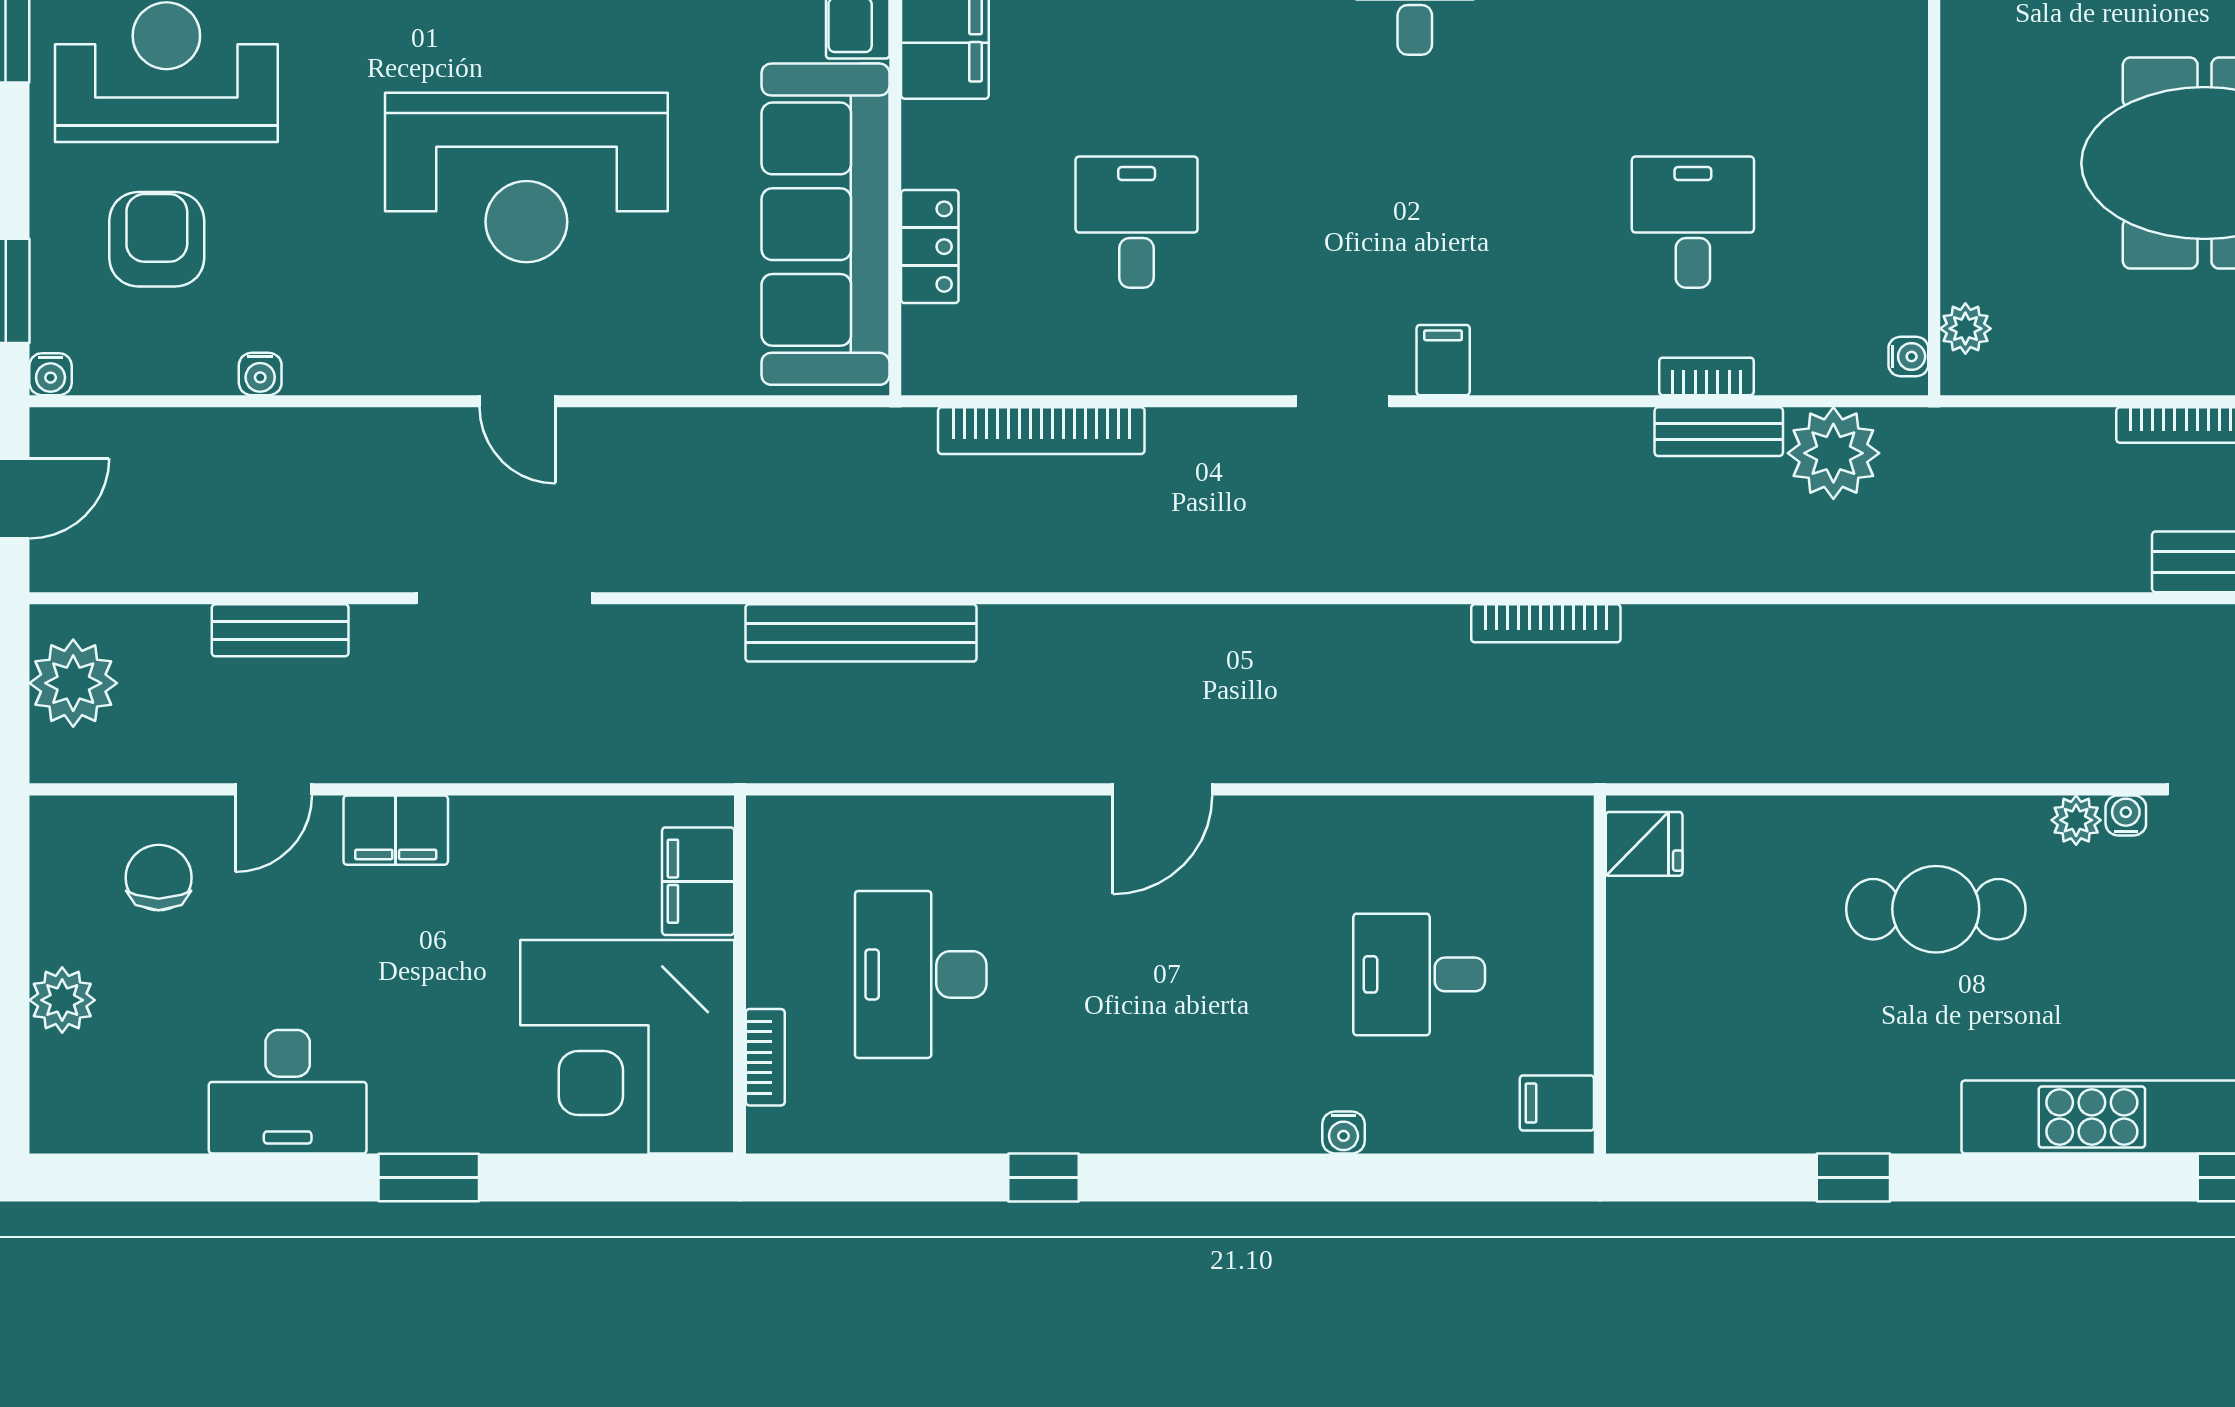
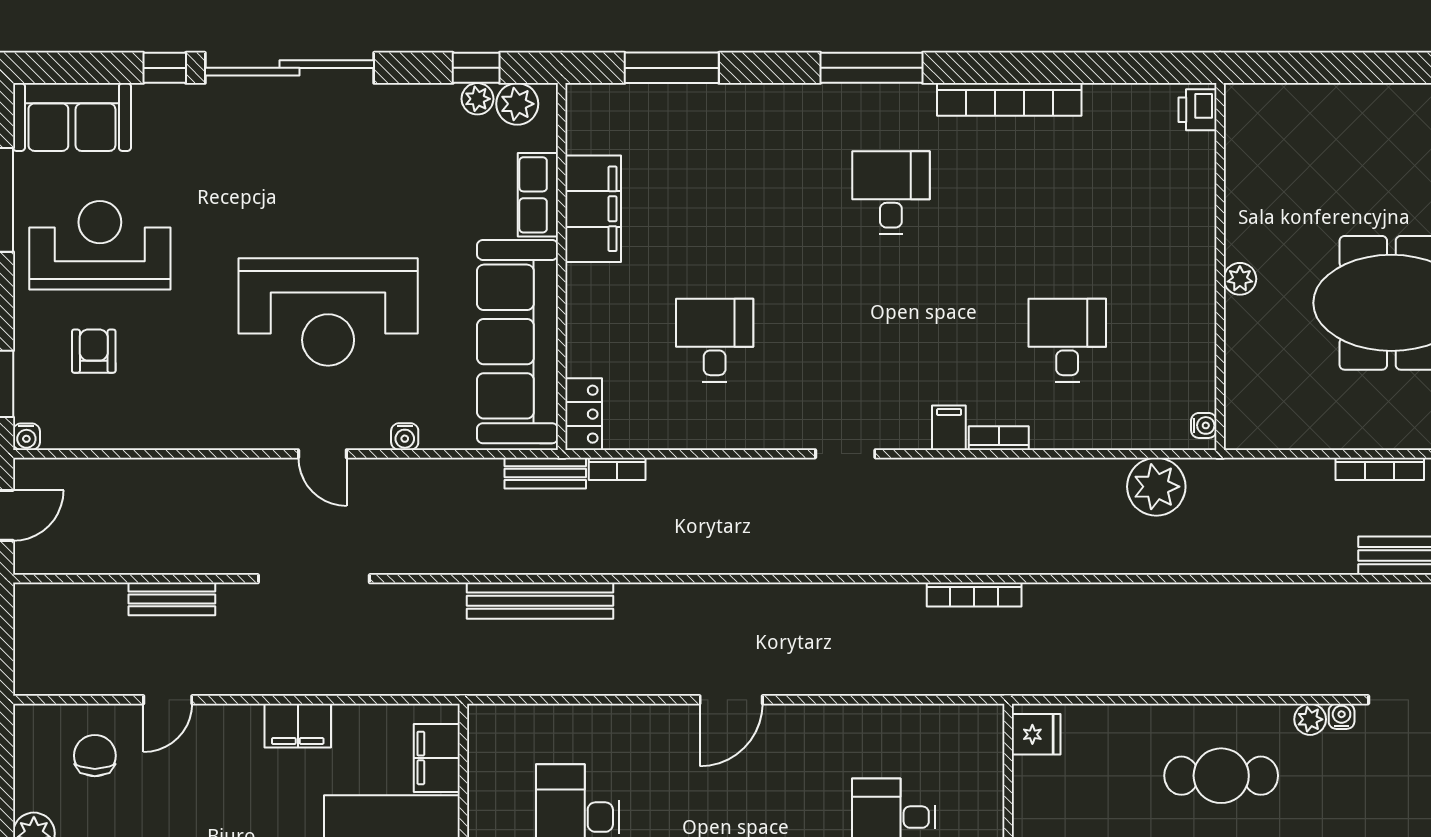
armchair: (157, 239) -> (94, 351), width x0.72, depth x0.72
locker: (930, 247) -> (584, 414), moved
plant: (1965, 329) -> (1240, 279), moved
filing cabinet: (1443, 360) -> (949, 428), moved
water cooler: (260, 374) -> (405, 437), moved
bookcase: (1707, 376) -> (999, 438), moved
bookcase: (1041, 431) -> (617, 469), width x0.43, depth x0.76
bench: (1719, 432) -> (545, 473), moved
plant: (73, 683) -> (41, 632), removed
filing cabinet: (396, 830) -> (298, 726), moved

